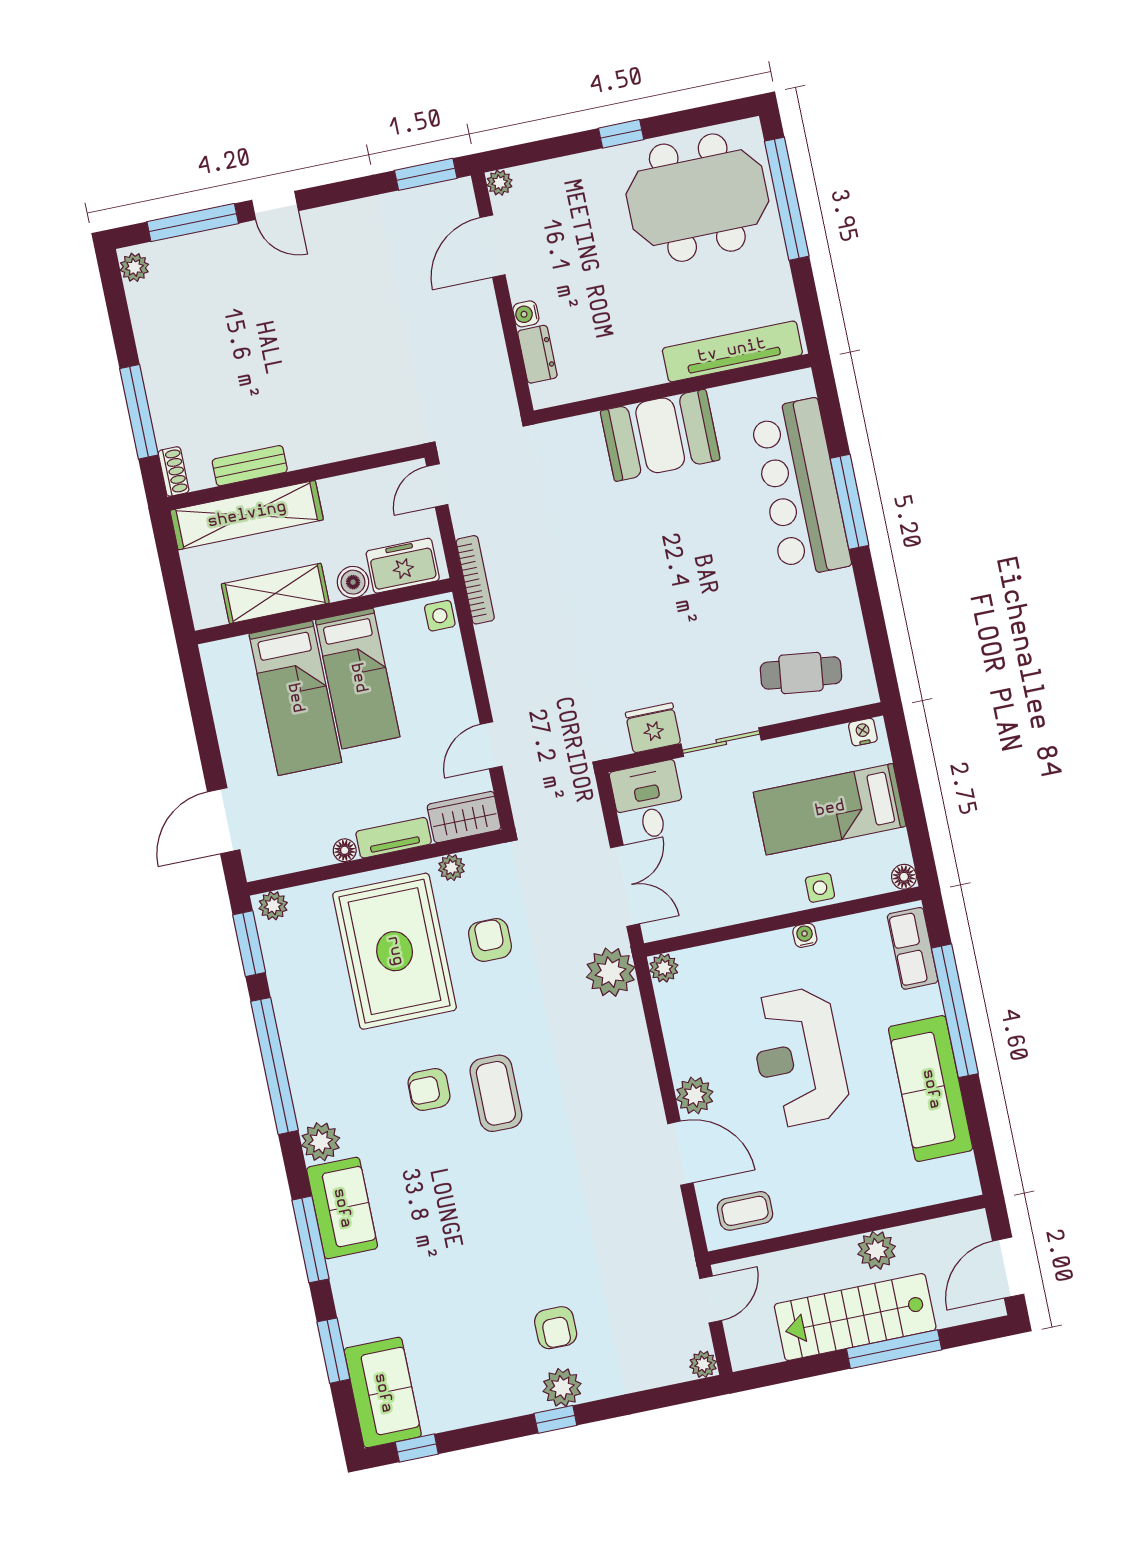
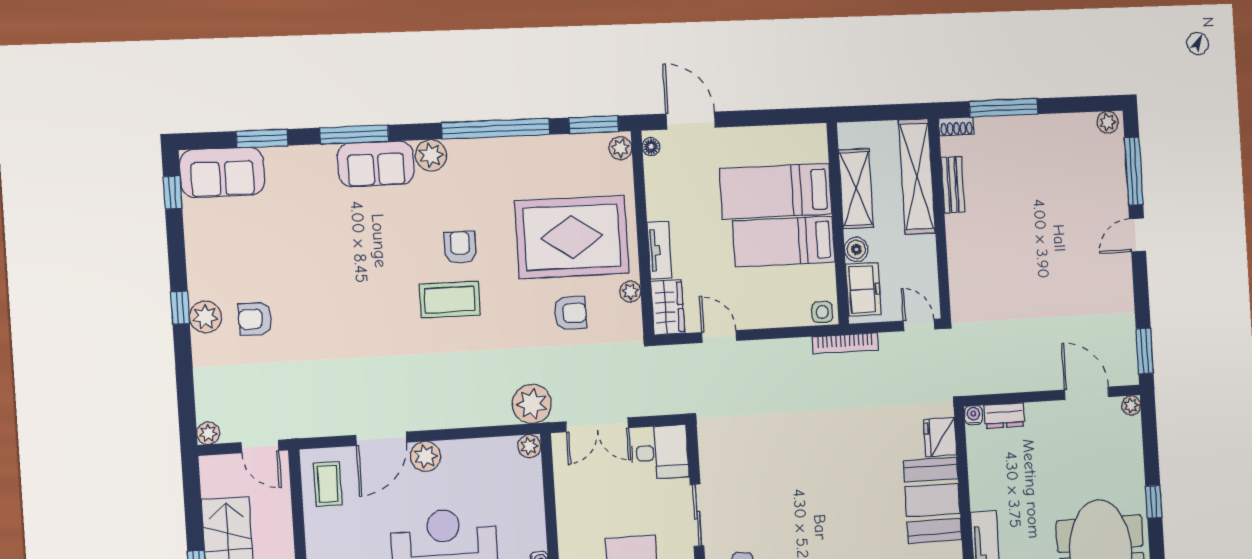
water cooler: (526, 314) -> (974, 415), moved
fridge: (653, 728) -> (940, 437), moved, turned 180
floor lamp: (345, 850) -> (651, 147), moved

